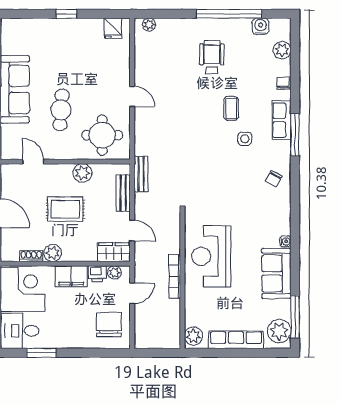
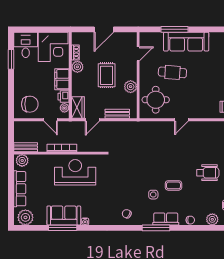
bench: (141, 174) -> (26, 147), moved
window: (295, 317) -> (63, 228), moved

